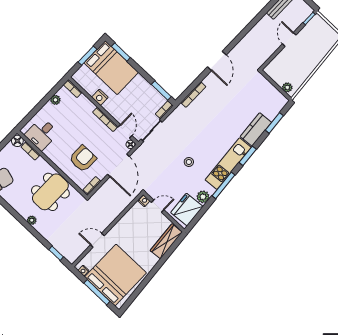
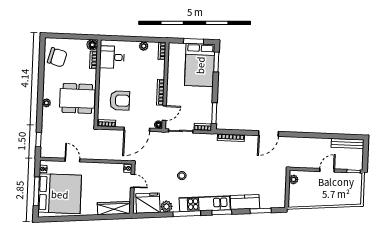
plant: (287, 87) -> (294, 179), moved
nightstand: (100, 97) -> (172, 75), removed

